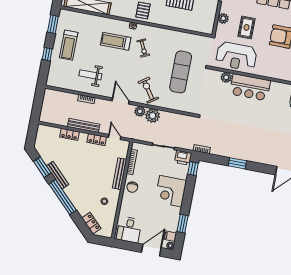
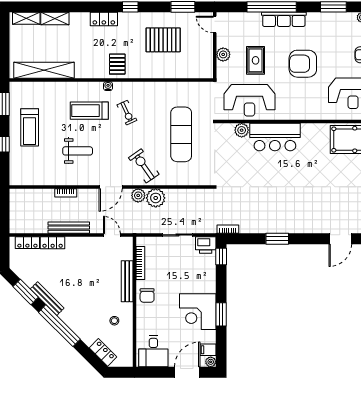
weight bench: (90, 75) -> (78, 151), moved, turned 180
door: (121, 101) -> (111, 187), swing flipped
locker: (97, 140) -> (27, 243), moved
corner desk: (171, 191) -> (198, 312), moved
window: (182, 224) -> (221, 314), moved

